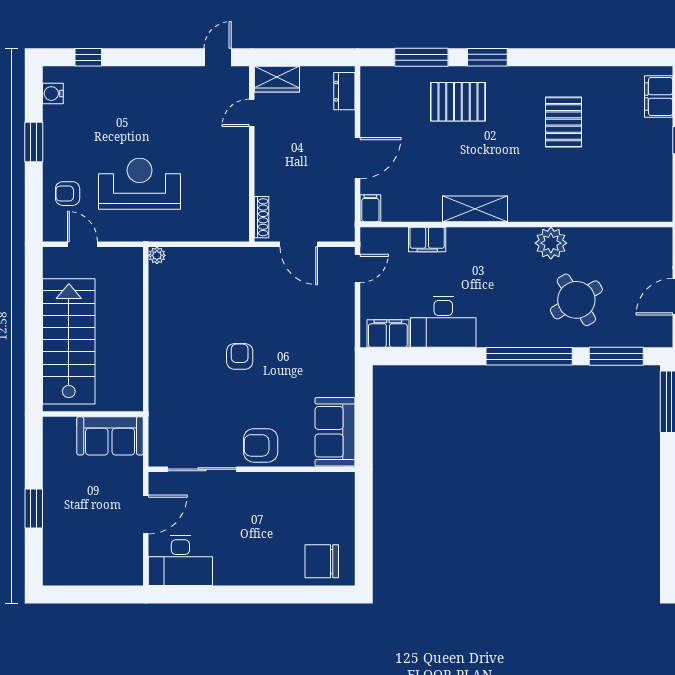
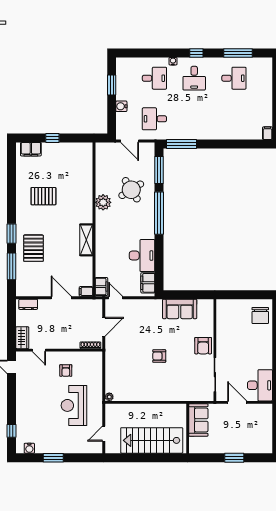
armchair: (68, 194) -> (66, 370), moved
filing cabinet: (427, 239) -> (101, 287), moved
sofa: (335, 432) -> (180, 309), moved

